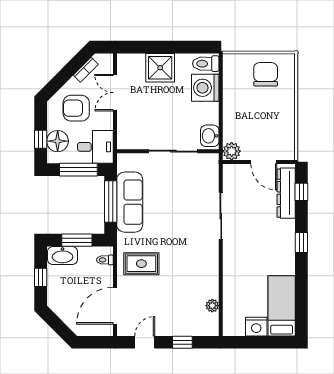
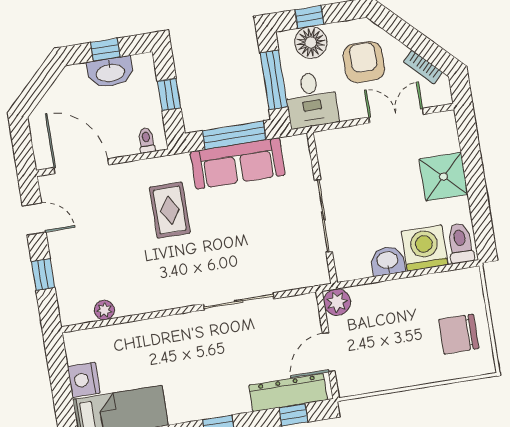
chair: (266, 74) -> (459, 334), turned 180
washbasin: (210, 136) -> (388, 261), moved
window: (77, 240) -> (169, 94), width x0.67
washbasin: (63, 256) -> (110, 72), moved, turned -90
rug: (141, 264) -> (170, 210), moved

